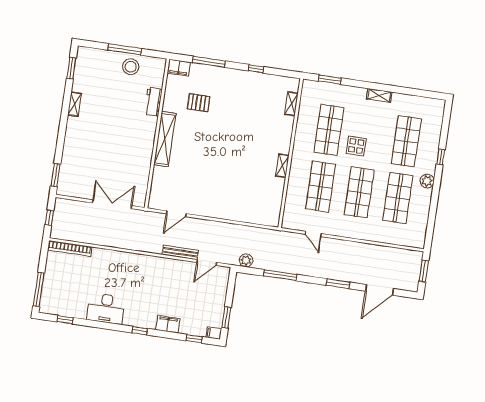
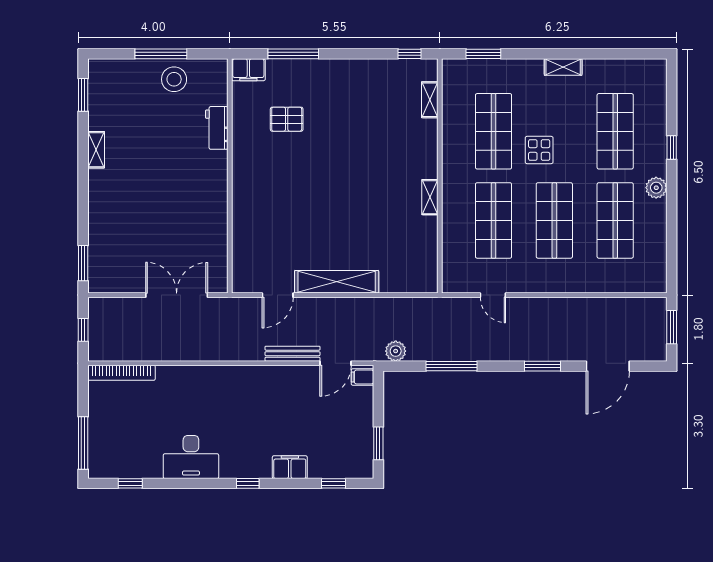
window: (256, 69) -> (410, 54), moved
shelving: (165, 139) -> (337, 282), moved, turned 90
filing cabinet: (214, 333) -> (362, 377), moved

